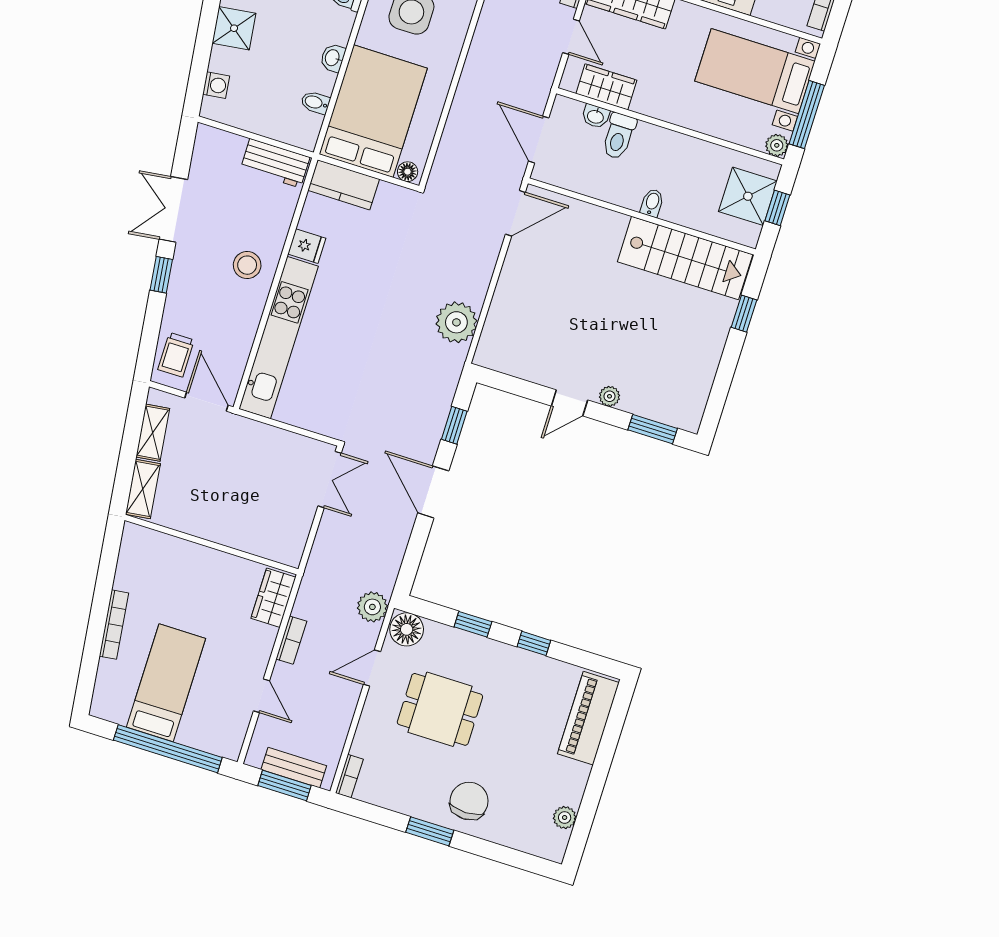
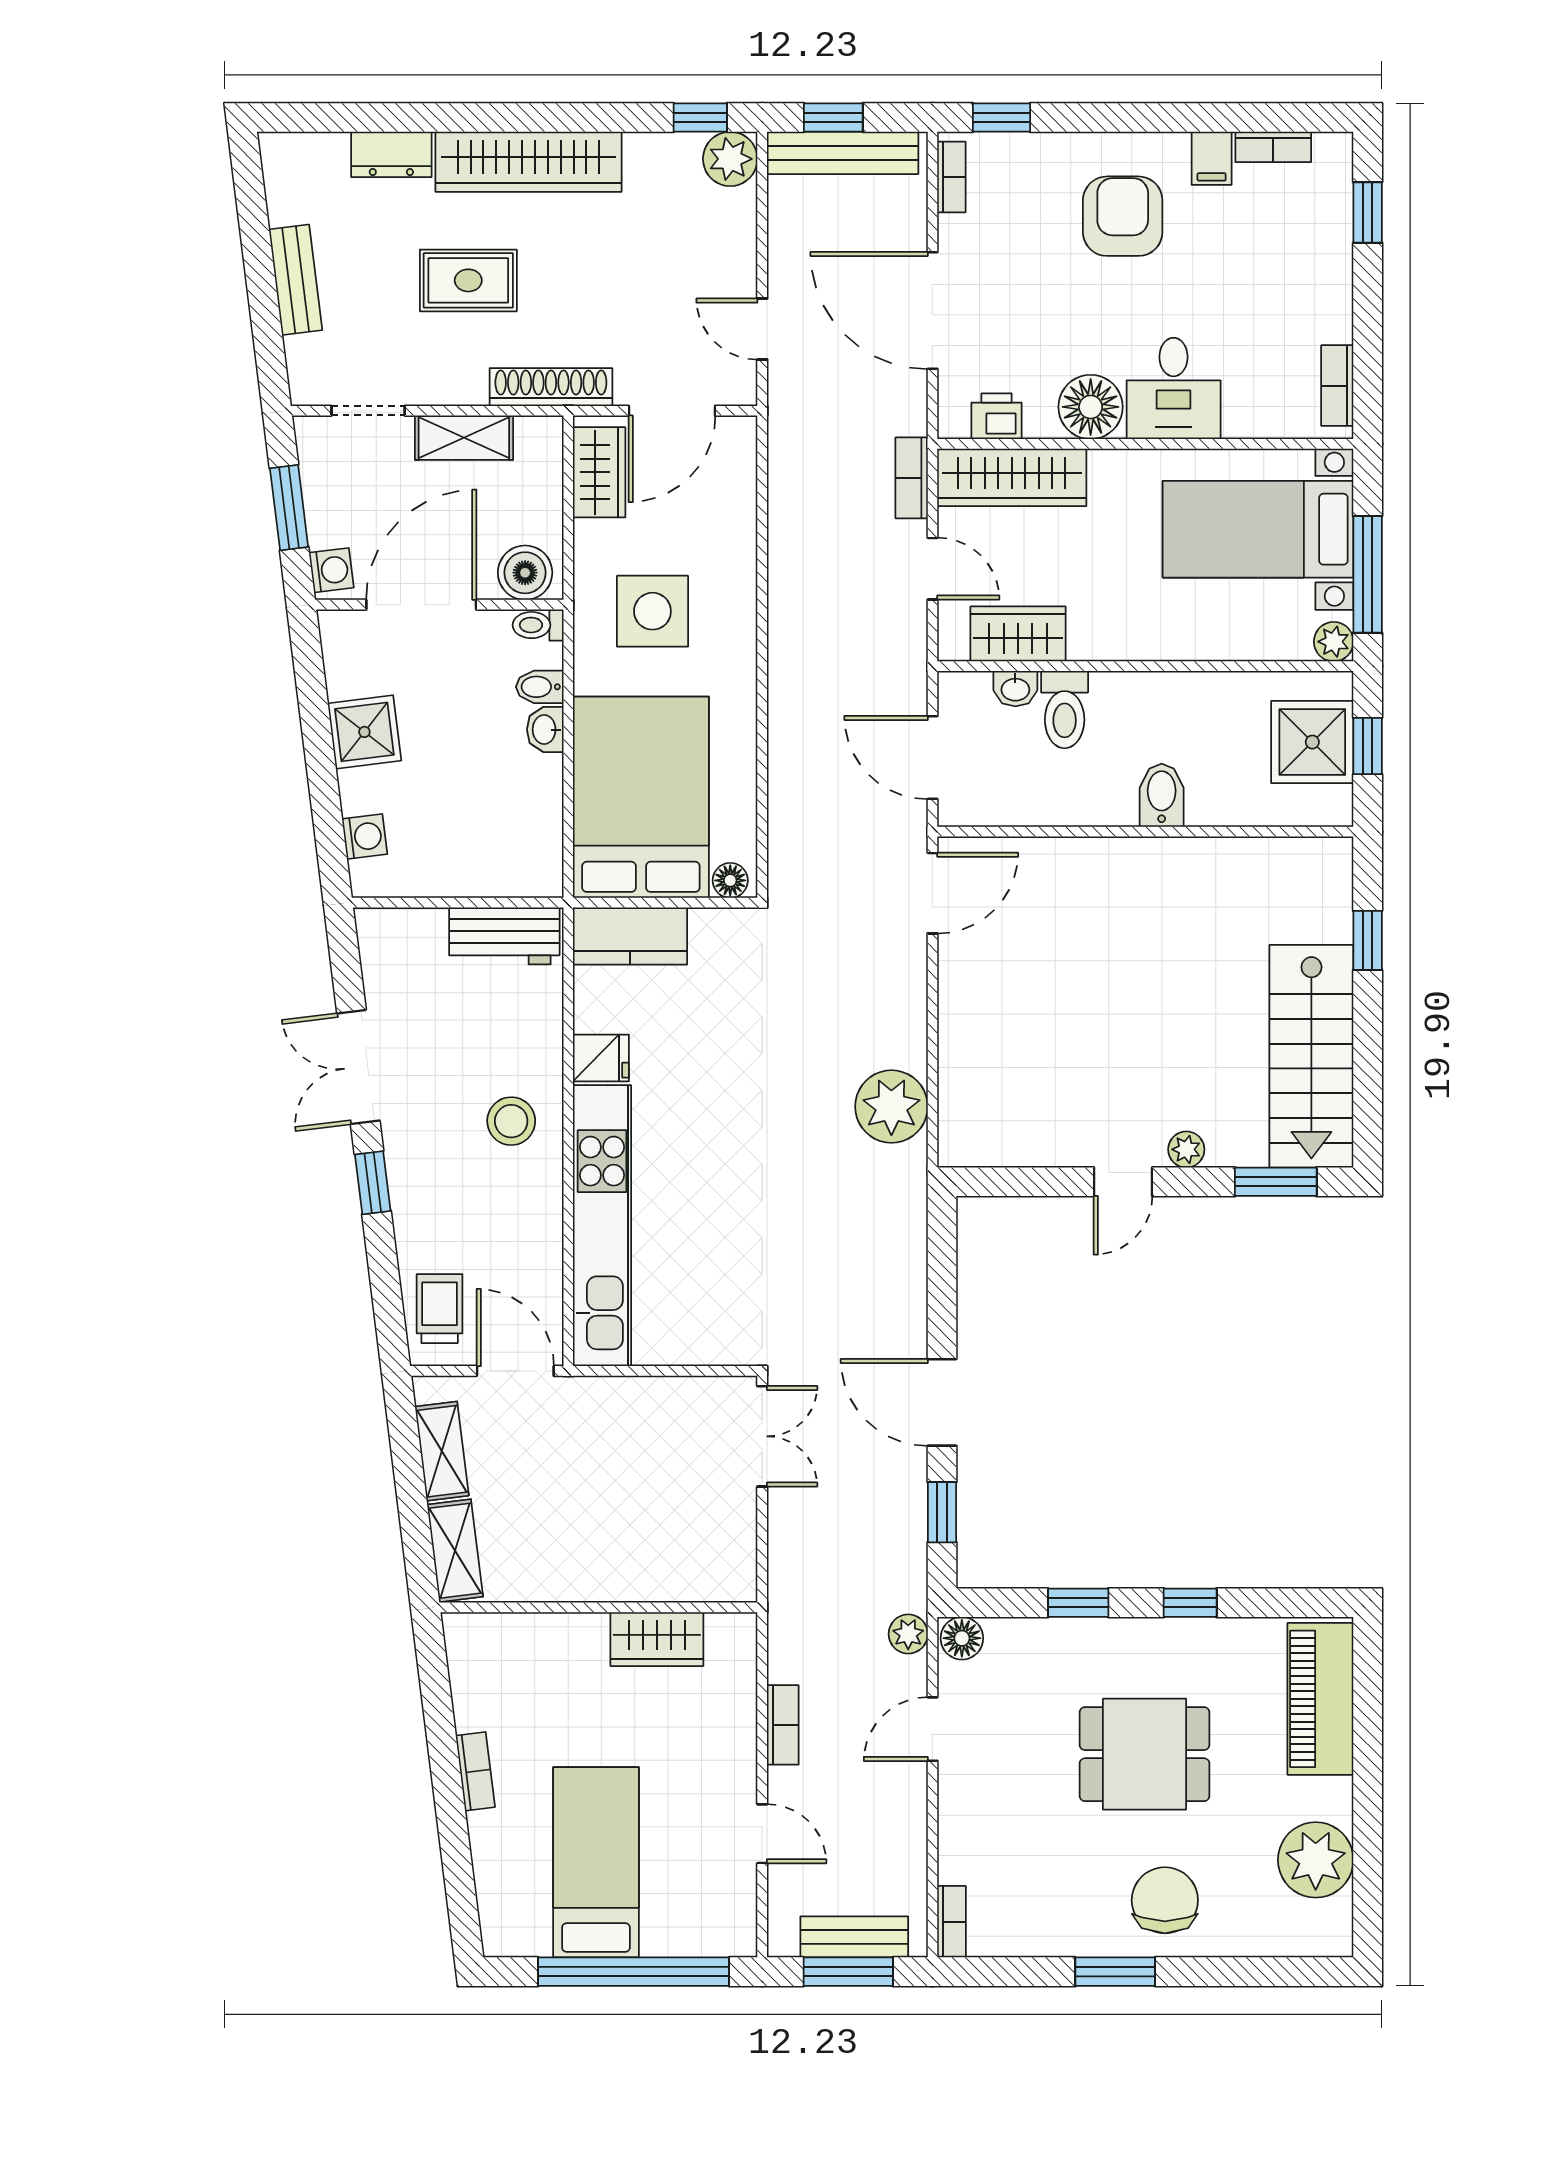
bidet: (315, 103) -> (540, 687), moved
bidet: (652, 203) -> (1162, 795), width x1.38, depth x1.36
stairs: (685, 258) -> (1311, 1056), moved, turned 90
trolley: (176, 355) -> (440, 1309), turned 180
window: (454, 425) -> (942, 1512), moved
wardrobe: (273, 598) -> (657, 1639), moved, turned -90
plant: (372, 607) -> (908, 1634), width x0.73, depth x0.73
bookcase: (114, 625) -> (475, 1771), width x0.64
floor lamp: (407, 629) -> (962, 1638), width x0.73, depth x0.73
dining table: (440, 709) -> (1145, 1754), moved
plant: (565, 818) -> (1316, 1860), width x1.88, depth x1.88

